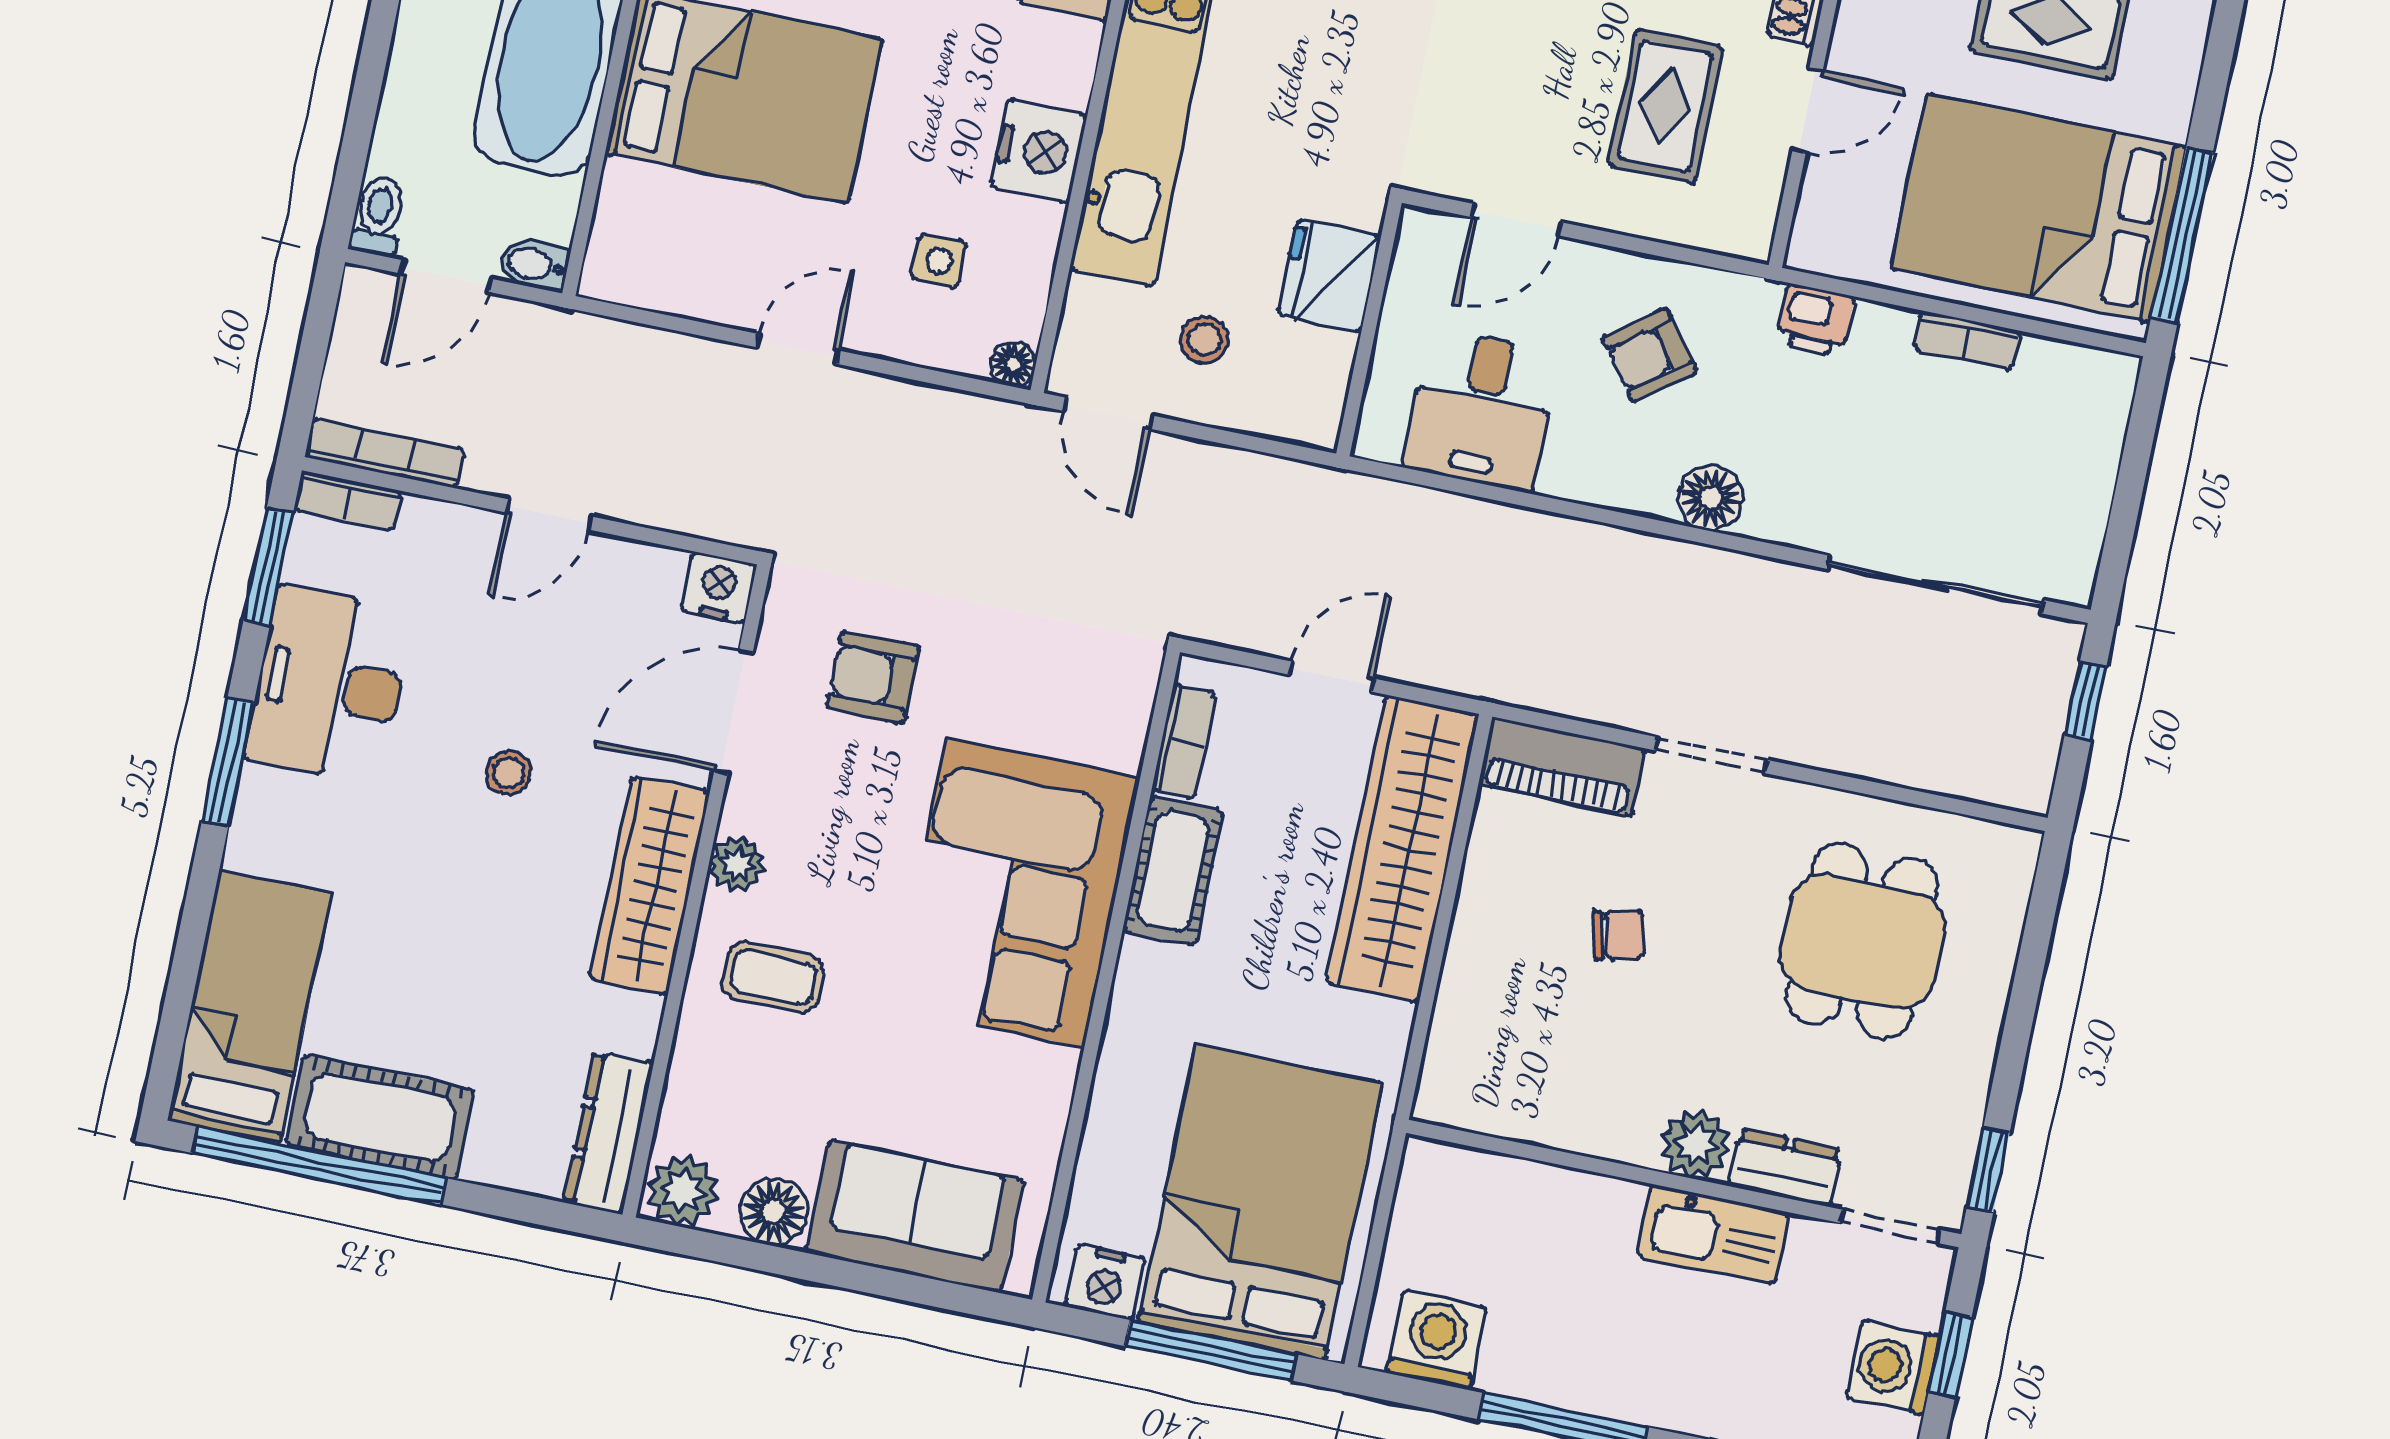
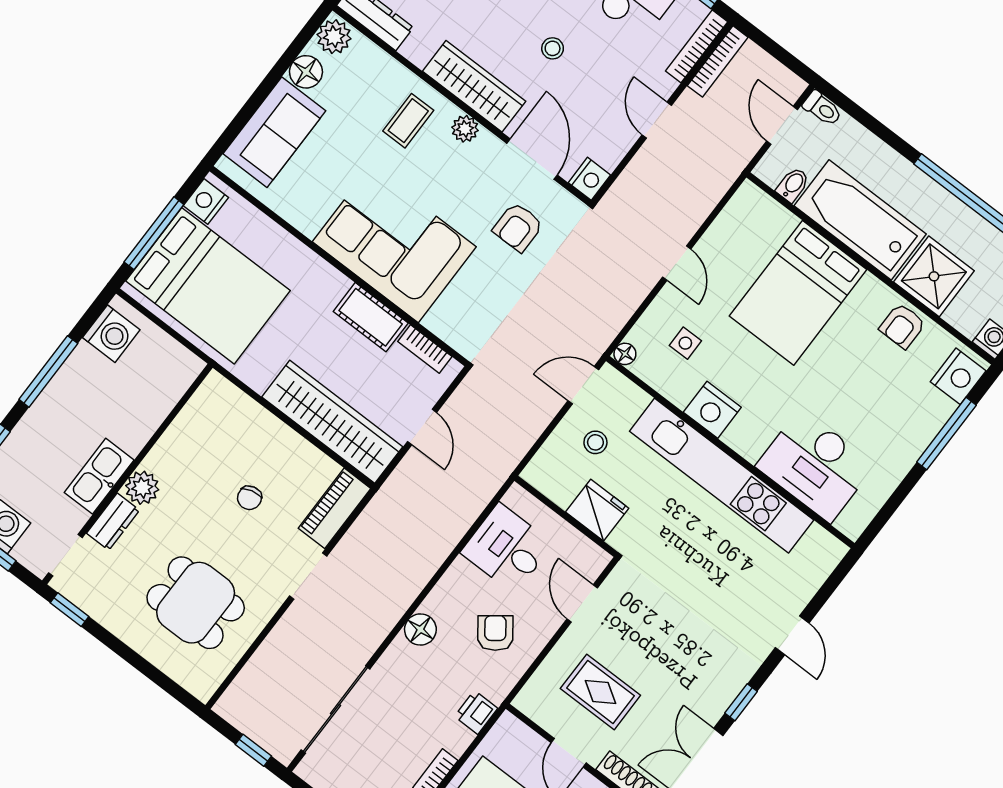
bidet: (534, 265) -> (793, 185), moved
bookcase: (348, 500) -> (697, 46), width x1.56
armchair: (873, 677) -> (518, 227), turned 180

